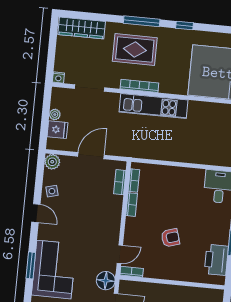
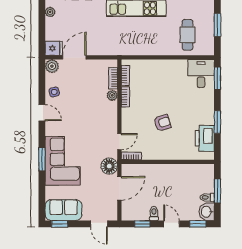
plant: (55, 115) -> (50, 12), moved
fridge: (57, 130) -> (54, 48), moved
cafe table: (208, 141) -> (188, 35), added
door: (91, 156) -> (74, 57), moved
plant: (117, 201) -> (112, 95), added

